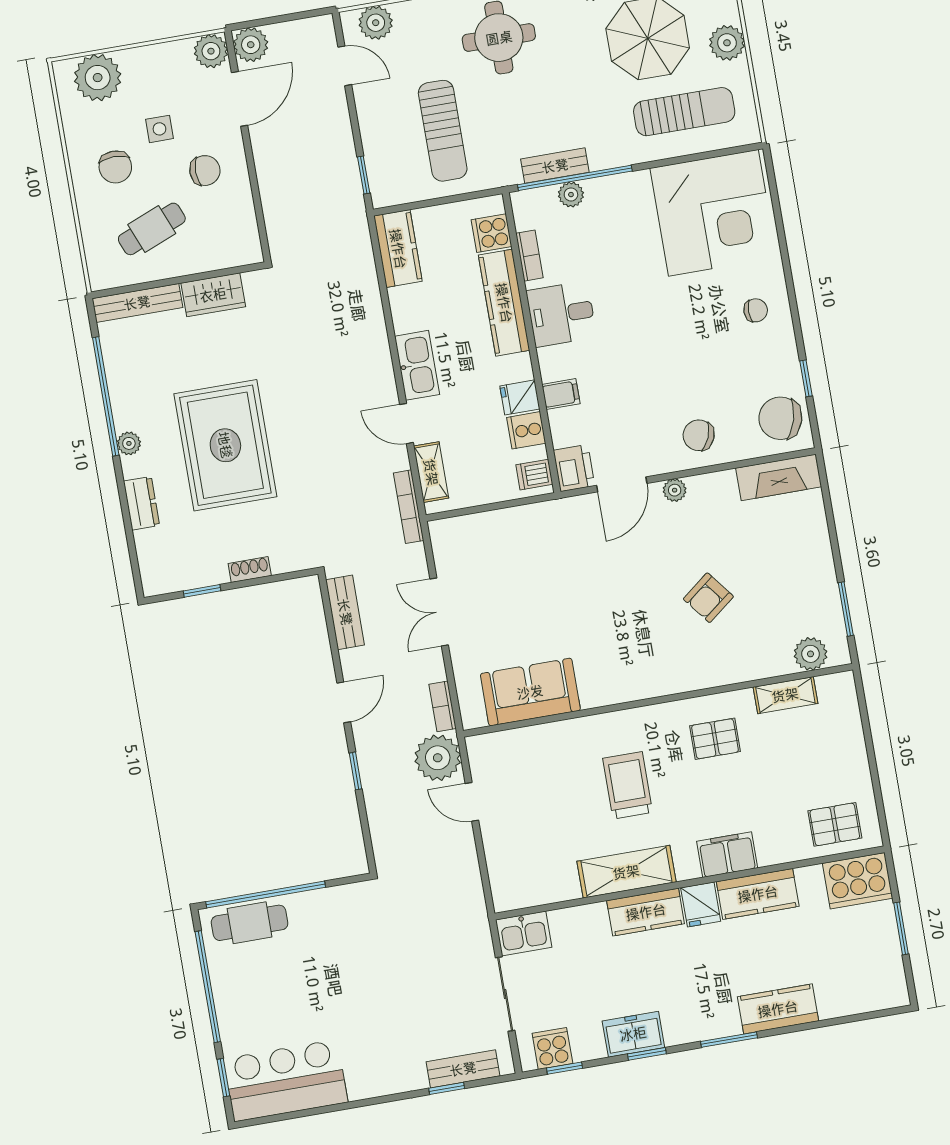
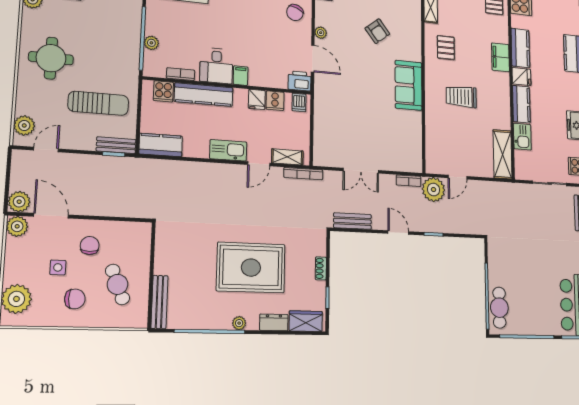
bench: (555, 166) -> (116, 145), moved, turned 90
wardrobe: (213, 295) -> (306, 321), moved, turned -90
filing cabinet: (561, 394) -> (241, 76), moved
sofa: (530, 692) -> (409, 85), moved
shelving: (626, 872) -> (503, 154), moved
kitchen sink: (524, 933) -> (522, 137), moved

